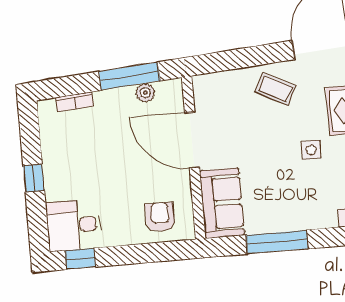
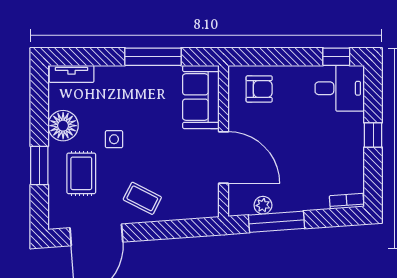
bookcase: (75, 102) -> (347, 201), moved
armchair: (160, 217) -> (259, 89), turned -90

